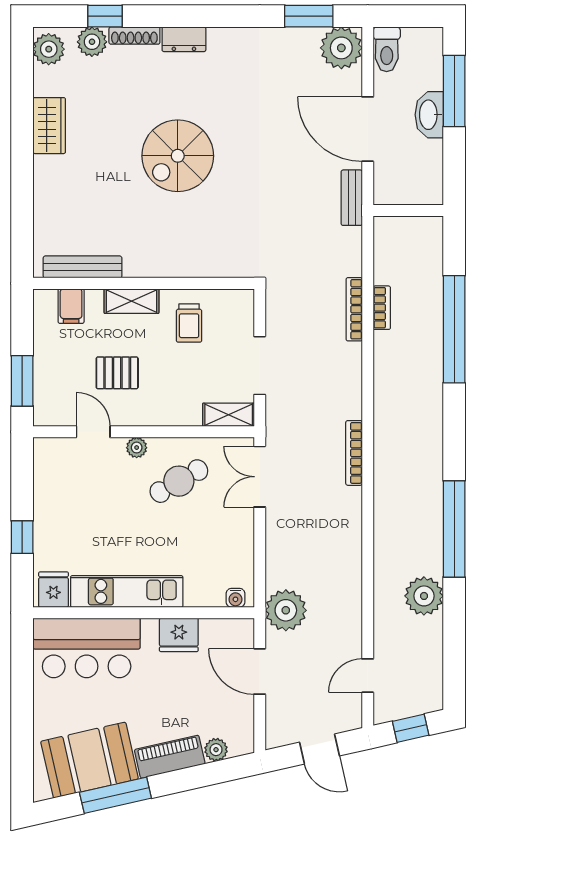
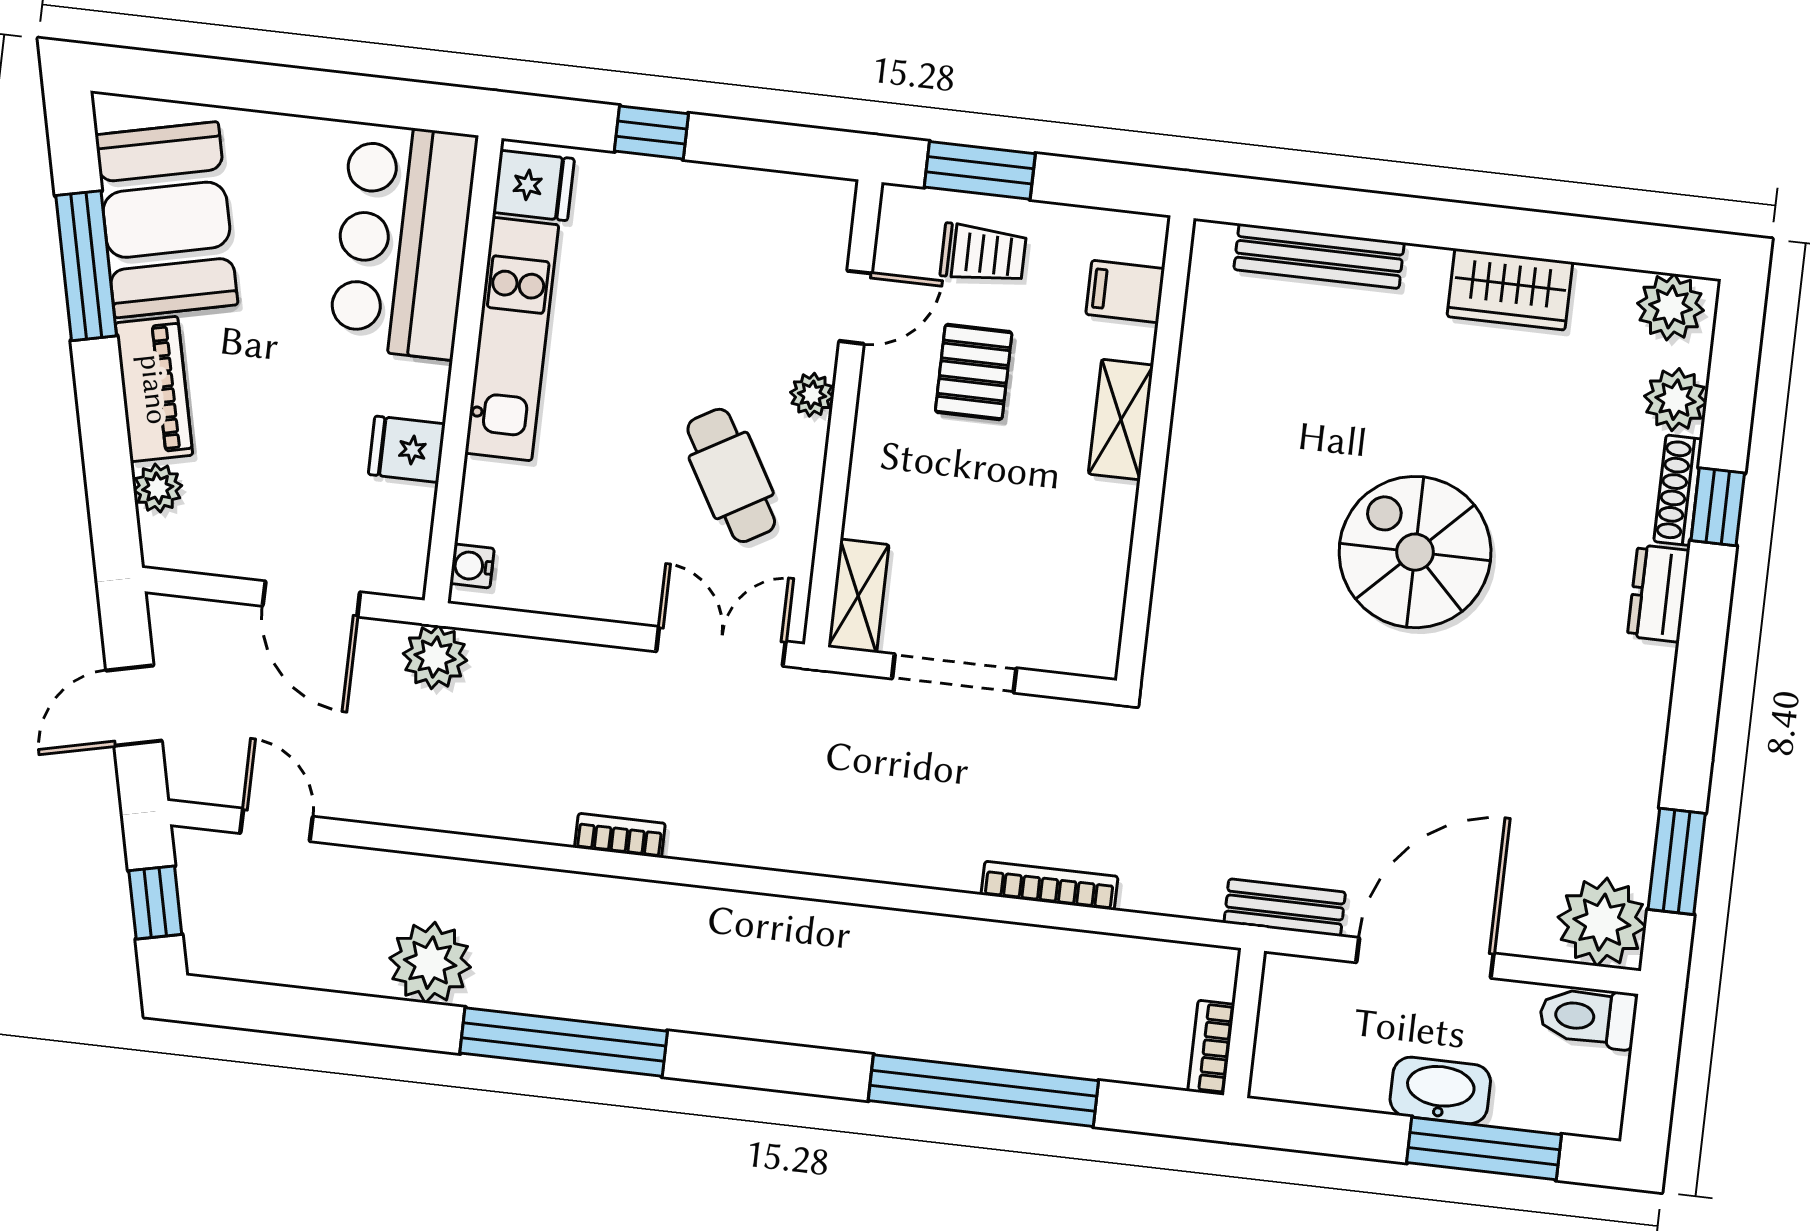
window: (105, 16) -> (1718, 507), moved
bench: (83, 267) -> (1319, 256), moved, turned 90
bookcase: (382, 308) -> (1211, 1048), moved, turned 90
trolley: (189, 323) -> (983, 254), moved, turned 180
bookcase: (354, 453) -> (620, 836), moved, width x0.64
plant: (286, 610) -> (435, 657), width x0.73, depth x0.73
fridge: (179, 635) -> (407, 449), width x0.72
door: (260, 671) -> (311, 599), swing flipped

